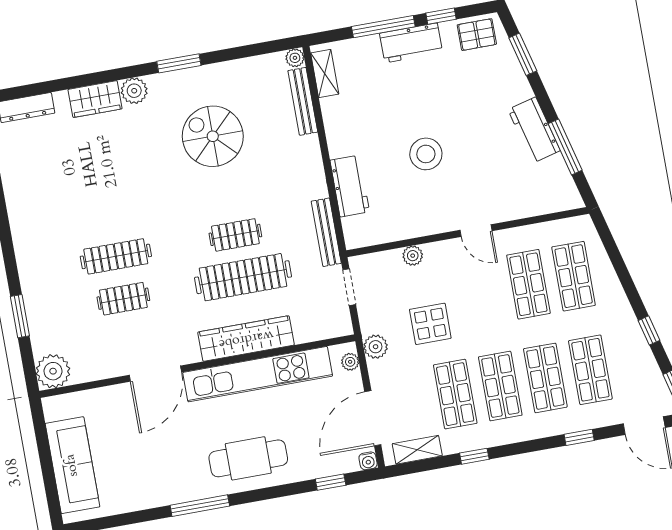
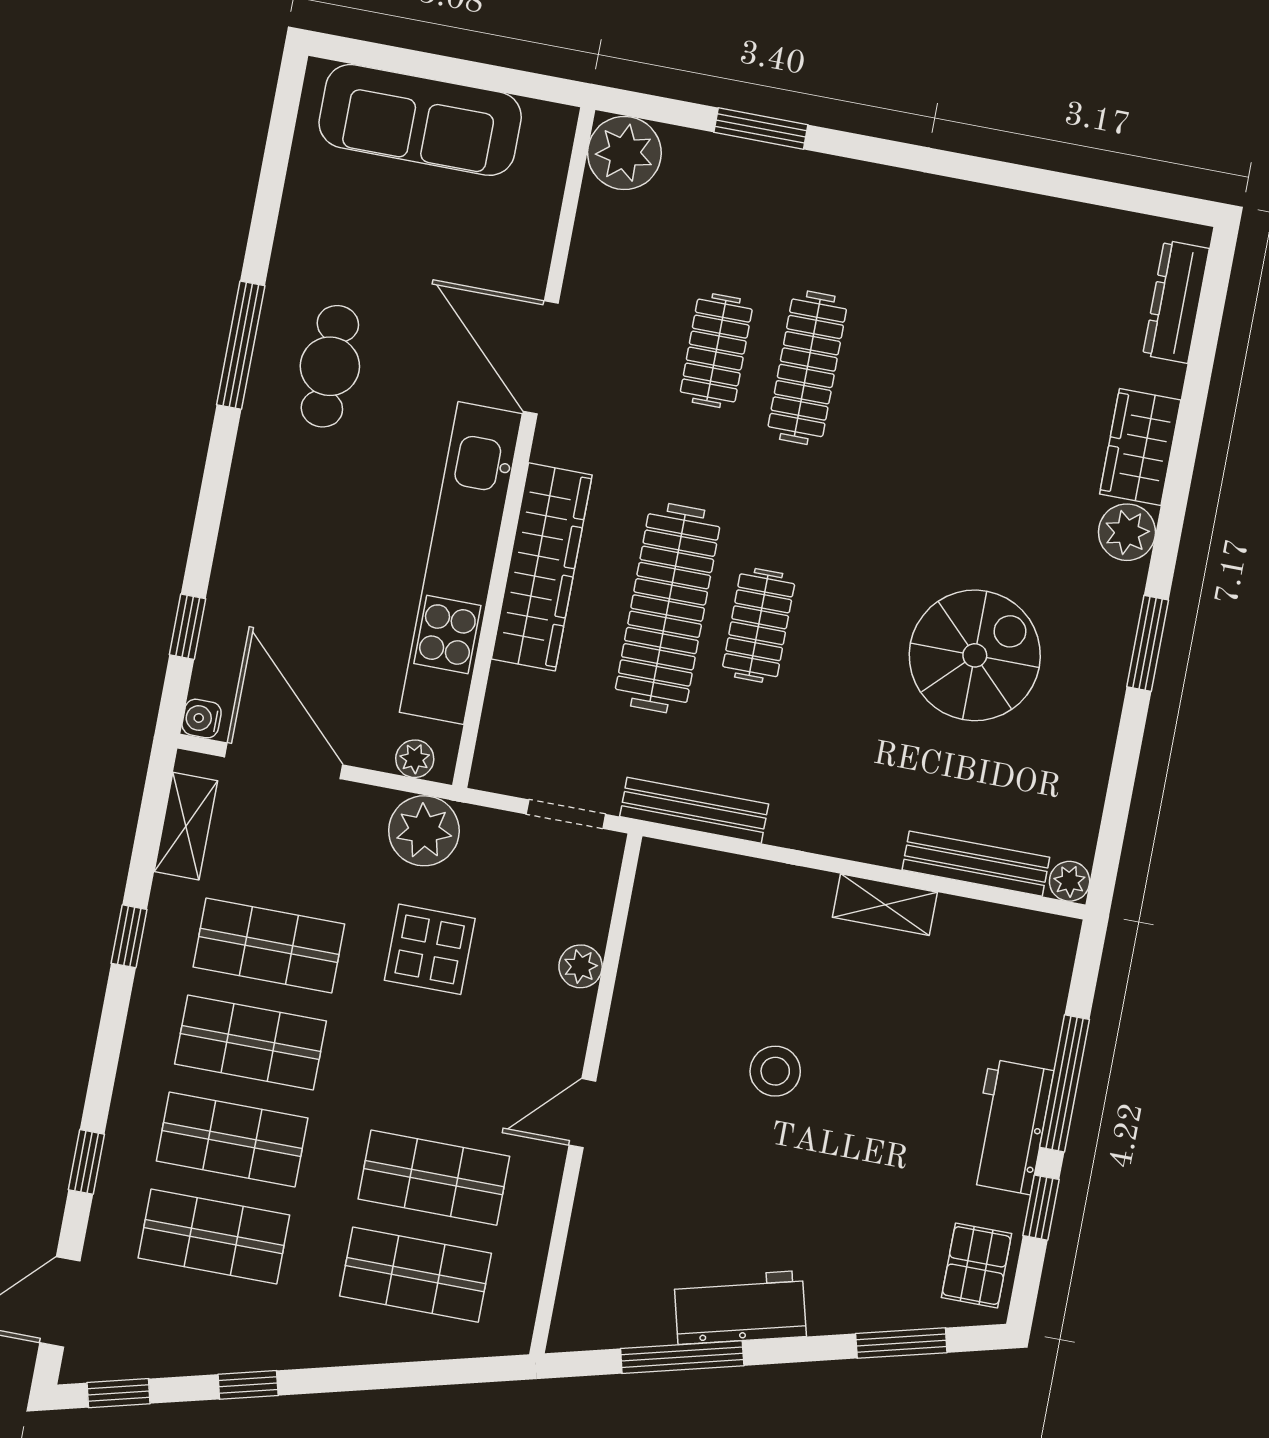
shelving: (325, 74) -> (885, 905), moved
stool: (426, 154) -> (775, 1071), width x0.73, depth x0.73
workbench: (350, 186) -> (769, 893), removed
plant: (376, 347) -> (424, 831), width x1.36, depth x1.36
cafe table: (248, 458) -> (330, 366), moved, width x0.73, depth x0.74

